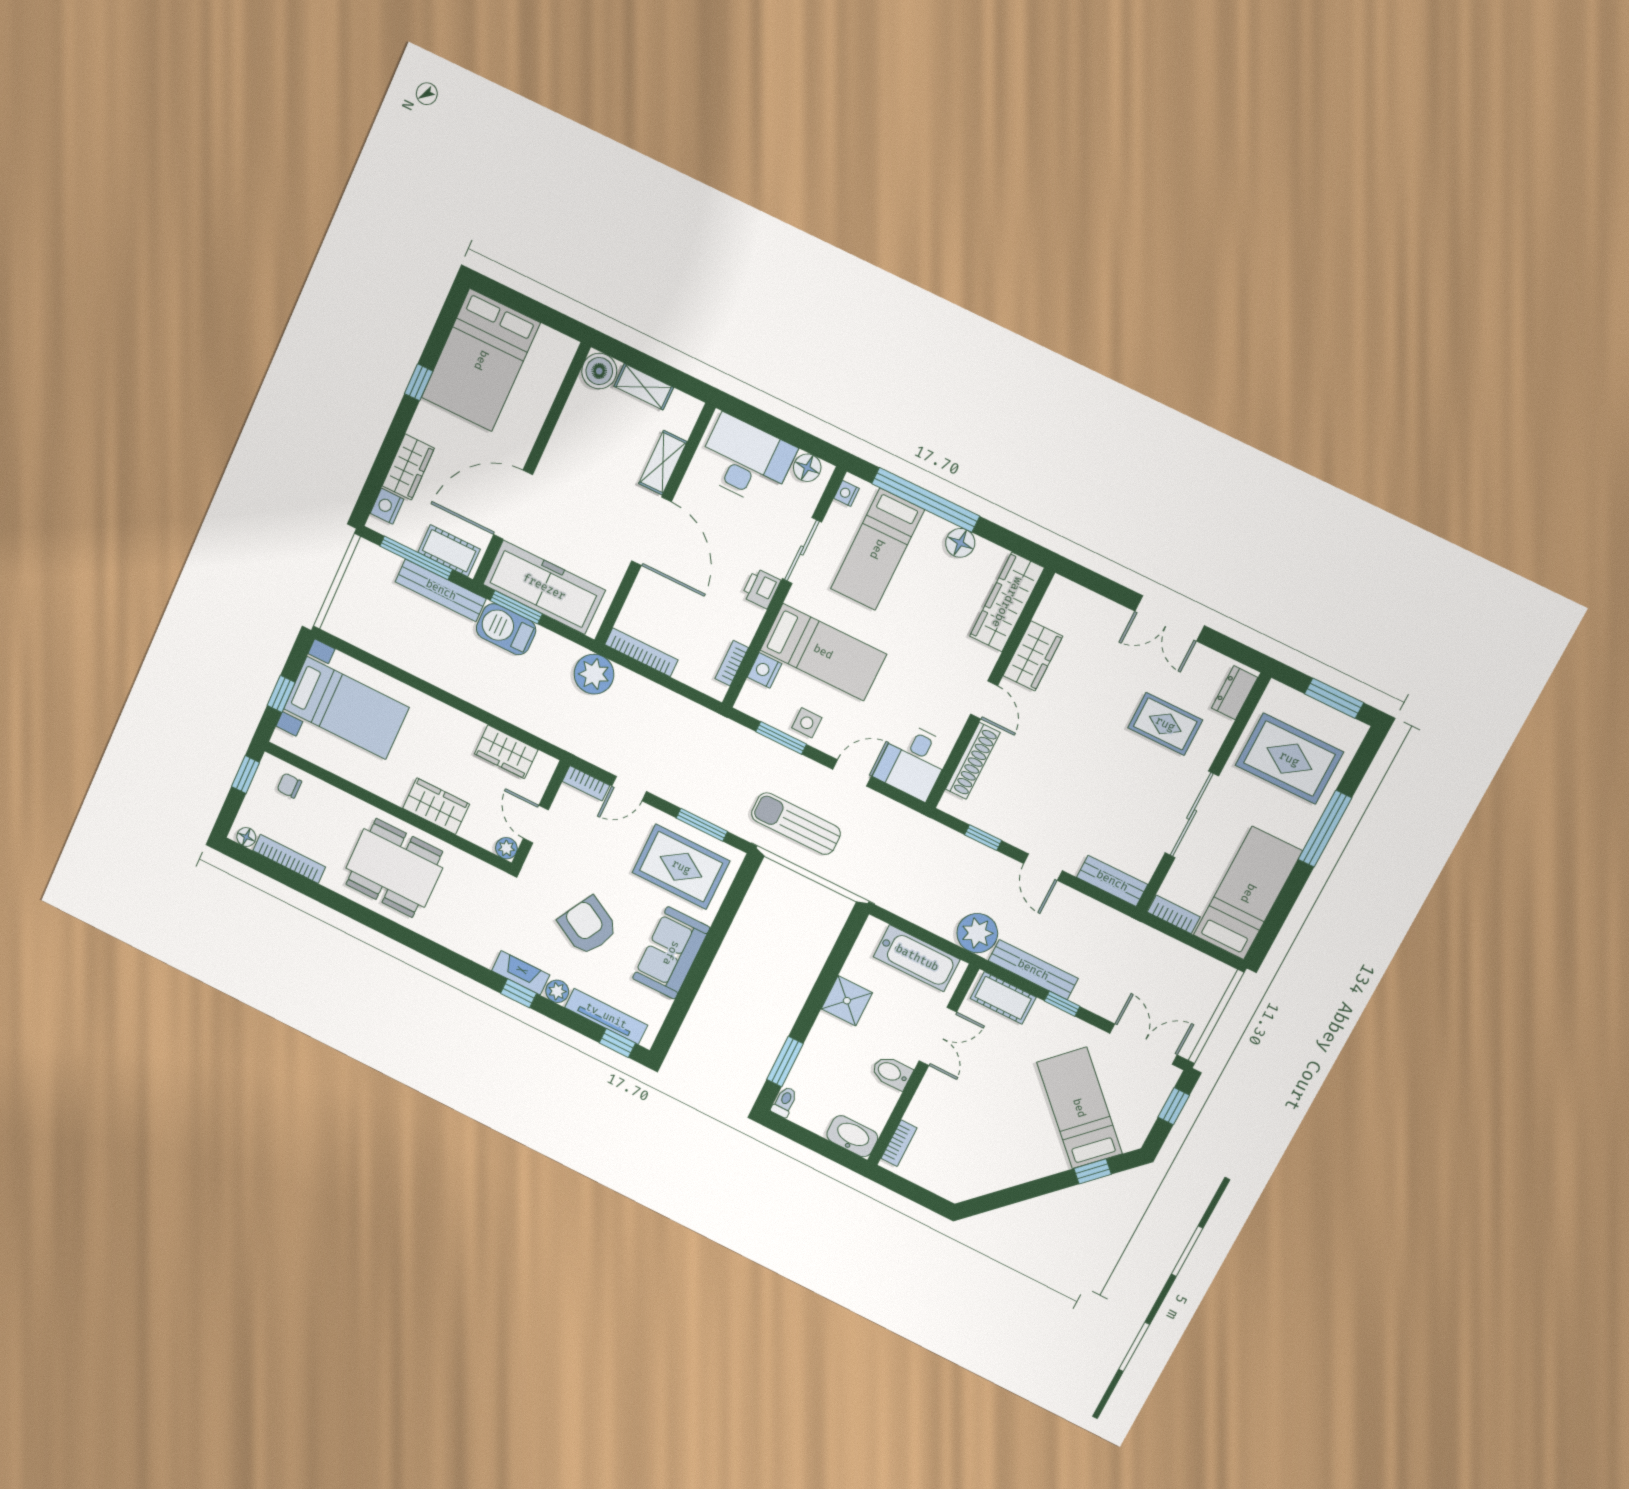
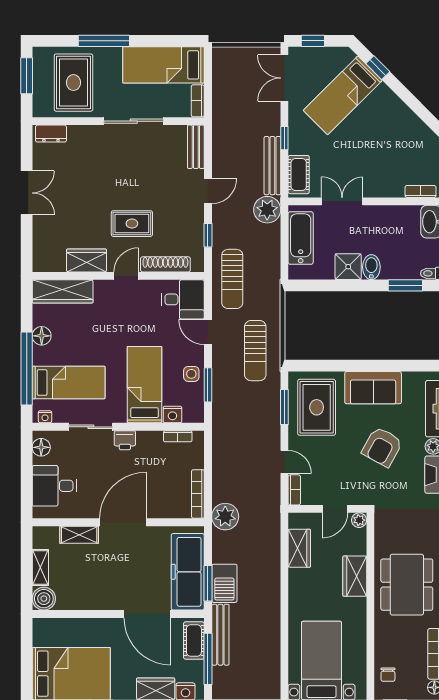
desk: (746, 460) -> (54, 486), width x0.73
rug: (1165, 724) -> (132, 224), moved, turned 90
sun lounger: (908, 841) -> (232, 279), added
bidet: (892, 1073) -> (371, 267), moved, turned 180

